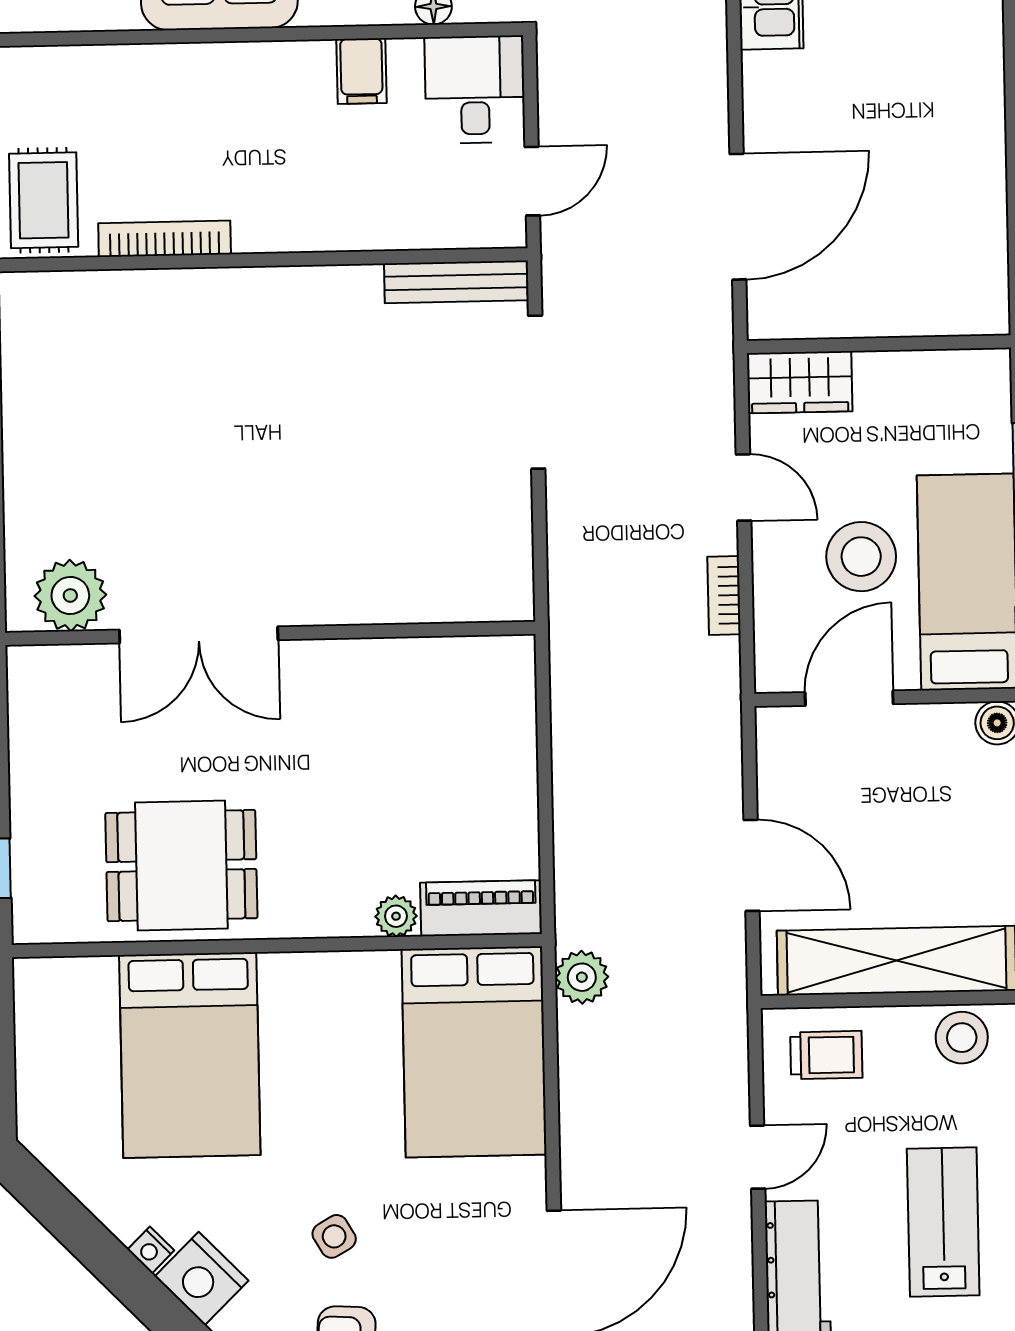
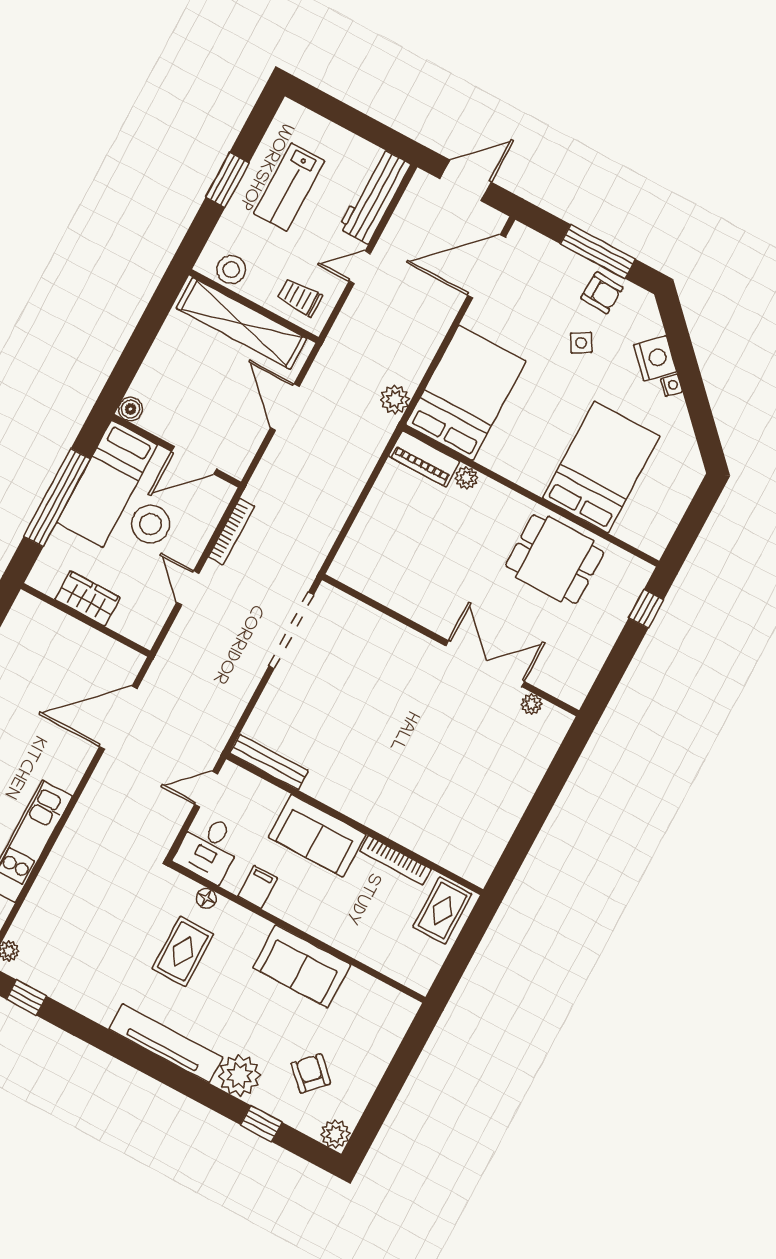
sofa: (312, 207) -> (317, 836), added
wardrobe: (800, 382) -> (88, 598), moved
doorway: (537, 392) -> (291, 630), moved
plant: (70, 595) -> (531, 704), width x0.53, depth x0.53
bookcase: (724, 595) -> (231, 532), width x1.56

